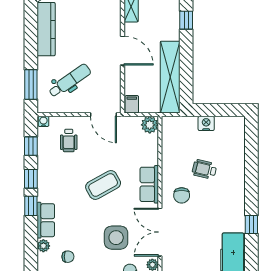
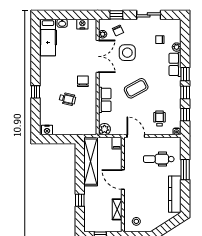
dental chair: (70, 81) -> (159, 159), turned 35
window: (31, 84) -> (185, 170), moved
nightstand: (206, 123) -> (47, 130), moved
row of seats: (149, 184) -> (105, 100), moved
window: (251, 225) -> (35, 92), moved

